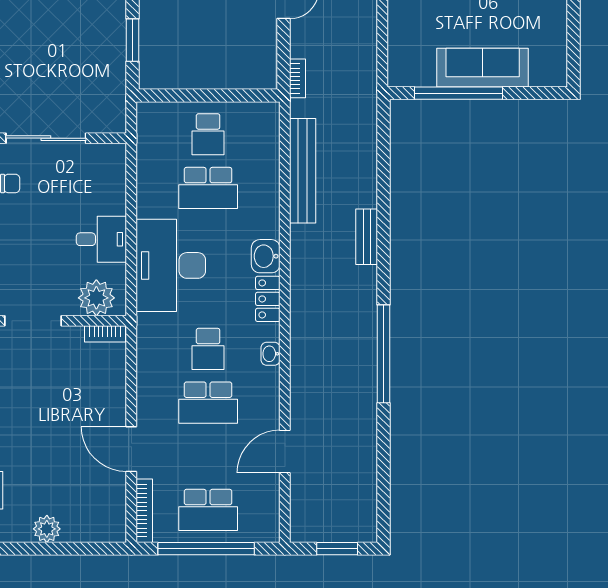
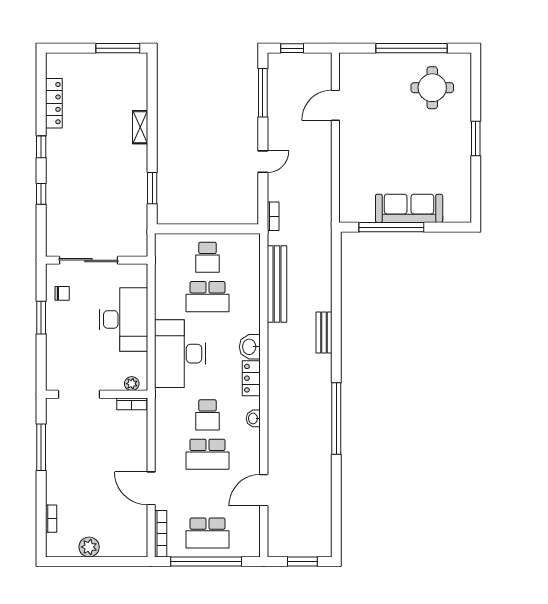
desk: (101, 239) -> (124, 319), width x1.87, depth x1.30
plant: (96, 298) -> (132, 384), width x0.53, depth x0.53

